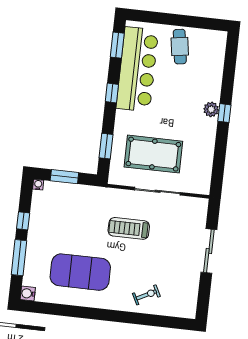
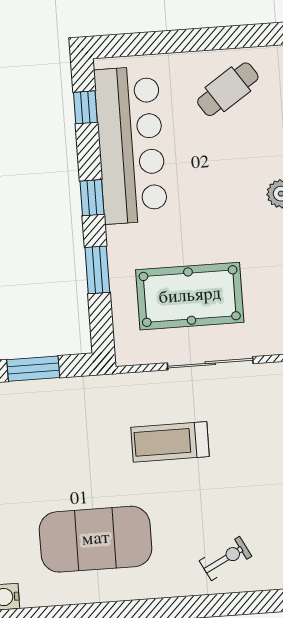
window: (117, 45) -> (85, 107), width x0.67
cafe table: (180, 47) -> (228, 89), moved, turned 65
window: (106, 146) -> (97, 270), moved

